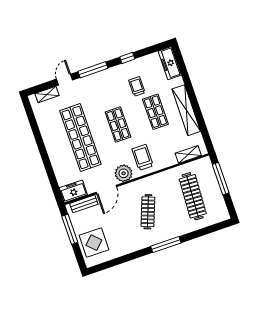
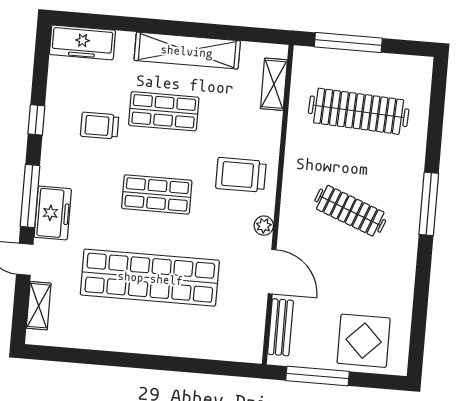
plant: (124, 173) -> (264, 226), width x0.53, depth x0.53
freezer: (73, 191) -> (53, 213), moved, turned 180

